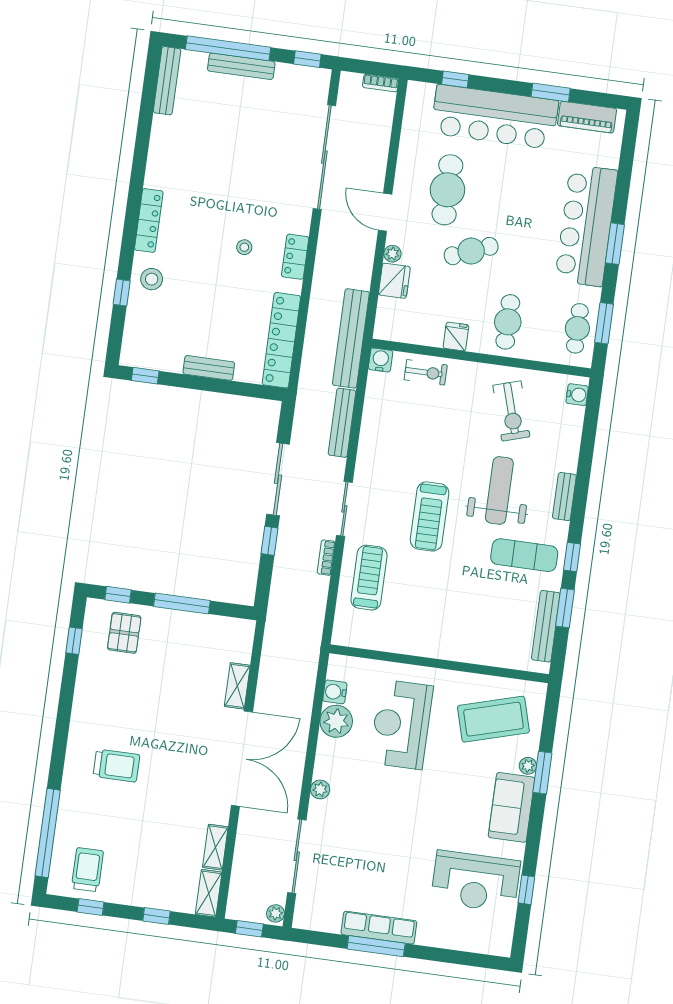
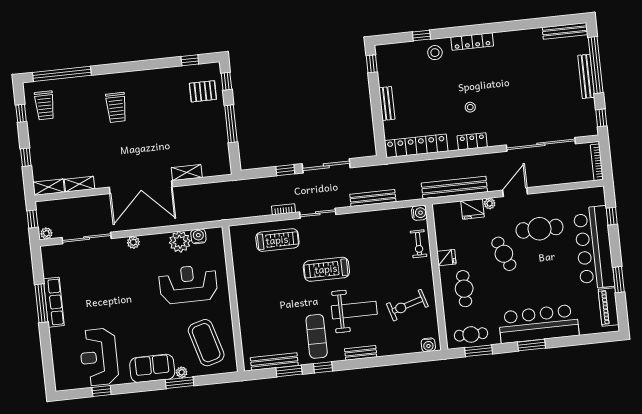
bookcase: (381, 83) -> (597, 162), width x1.56
cafe table: (508, 322) -> (464, 289), turned 90
bench: (351, 338) -> (454, 188), moved
trolley: (87, 870) -> (45, 105), turned 90

